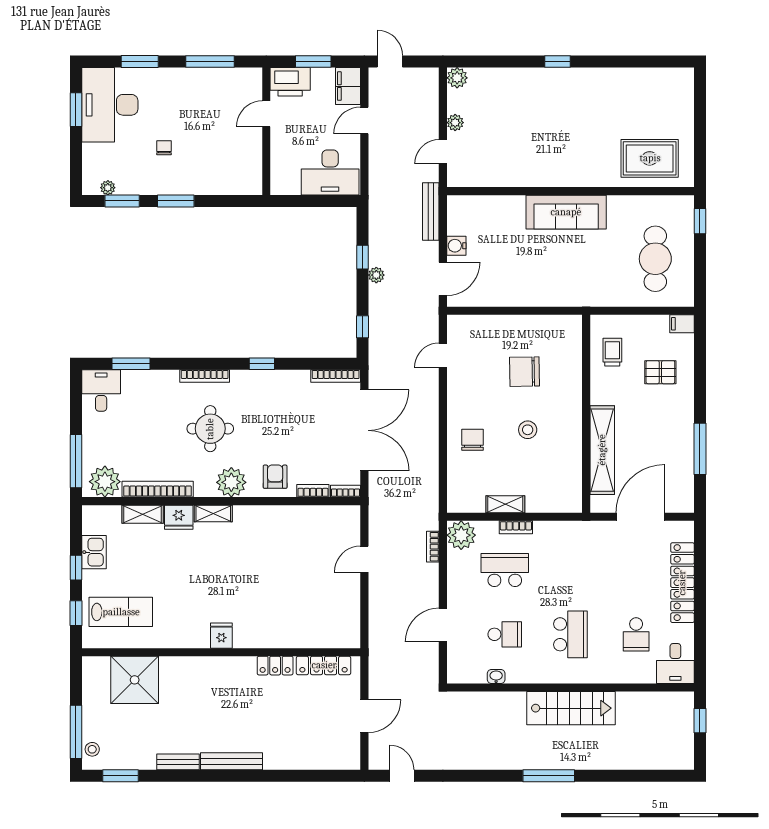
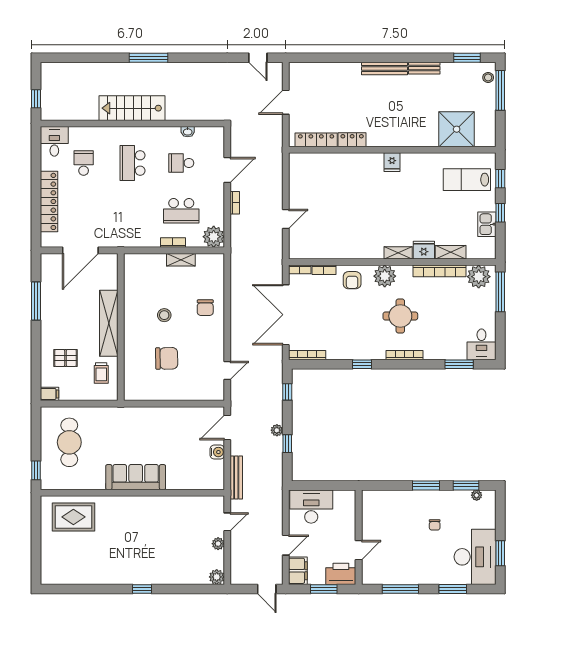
shelving: (602, 450) -> (109, 323), moved
bookcase: (433, 547) -> (235, 203), moved

